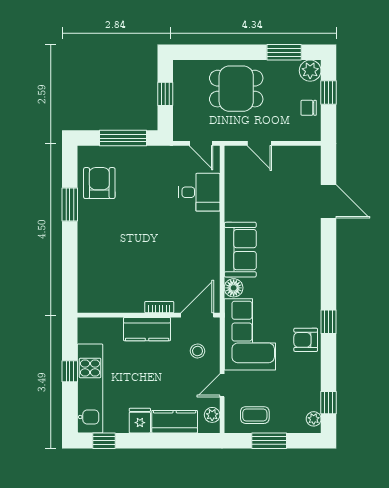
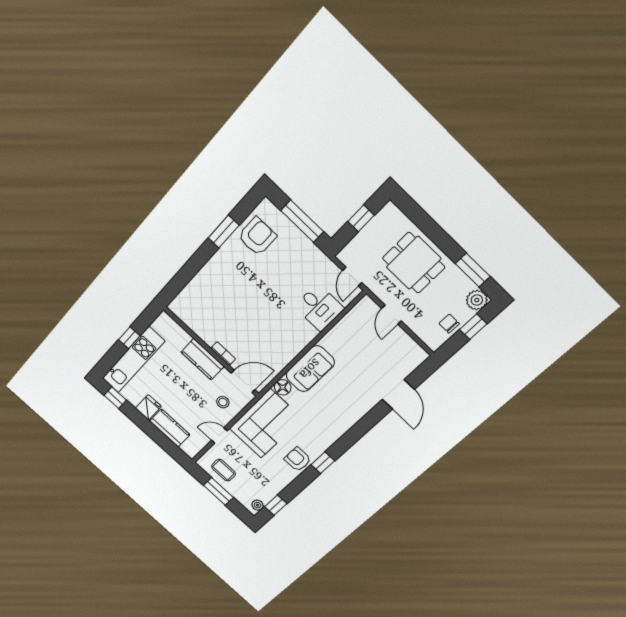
plant: (212, 415) -> (197, 446), removed

